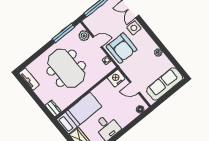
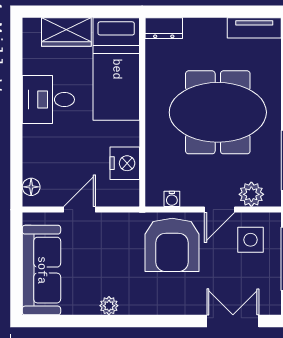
side table: (134, 28) -> (251, 240), moved
armchair: (122, 48) -> (172, 245), turned -90
nightstand: (116, 78) -> (125, 163), moved

